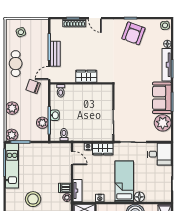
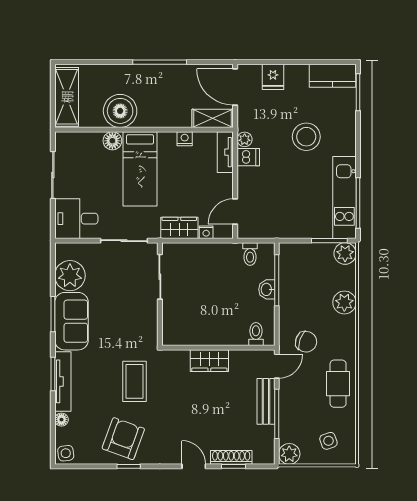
coffee table: (127, 65) -> (134, 381), added
plant: (42, 123) -> (289, 454), moved
door: (72, 158) -> (235, 211), hinge flipped

